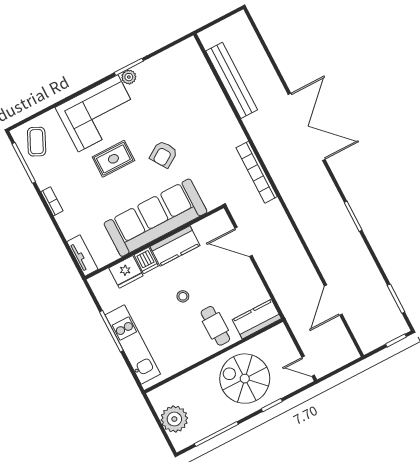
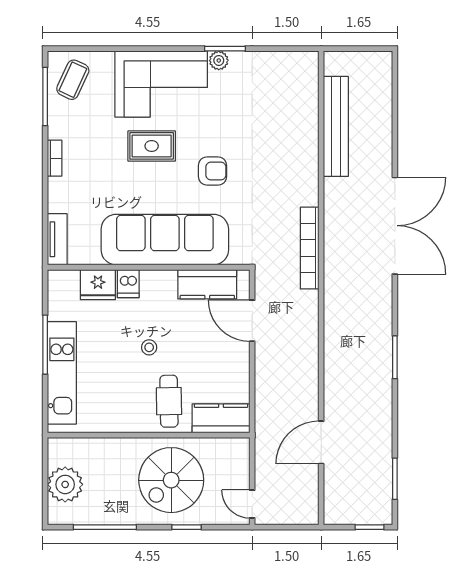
armchair: (164, 154) -> (212, 171), turned -147
kitchen counter: (175, 246) -> (207, 284), moved
spiral stairs: (245, 379) -> (171, 480), turned -90

